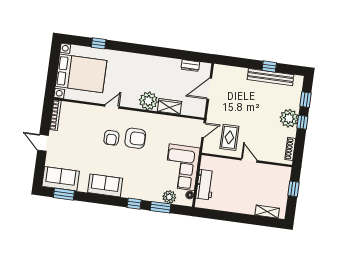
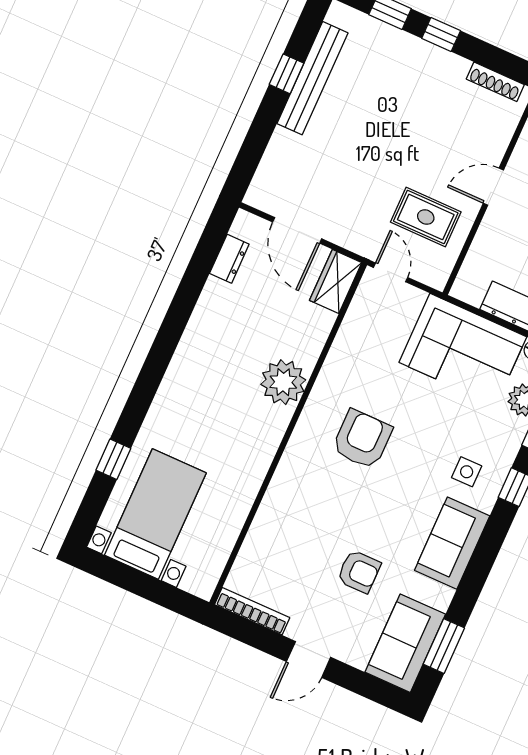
bed with nightstands: (81, 73) -> (155, 514), width x0.73
door: (112, 106) -> (271, 472), removed
wardrobe: (169, 106) -> (336, 281), moved
plant: (289, 118) -> (422, 63), removed
armchair: (111, 138) -> (359, 572), moved
side table: (135, 183) -> (467, 472), added

